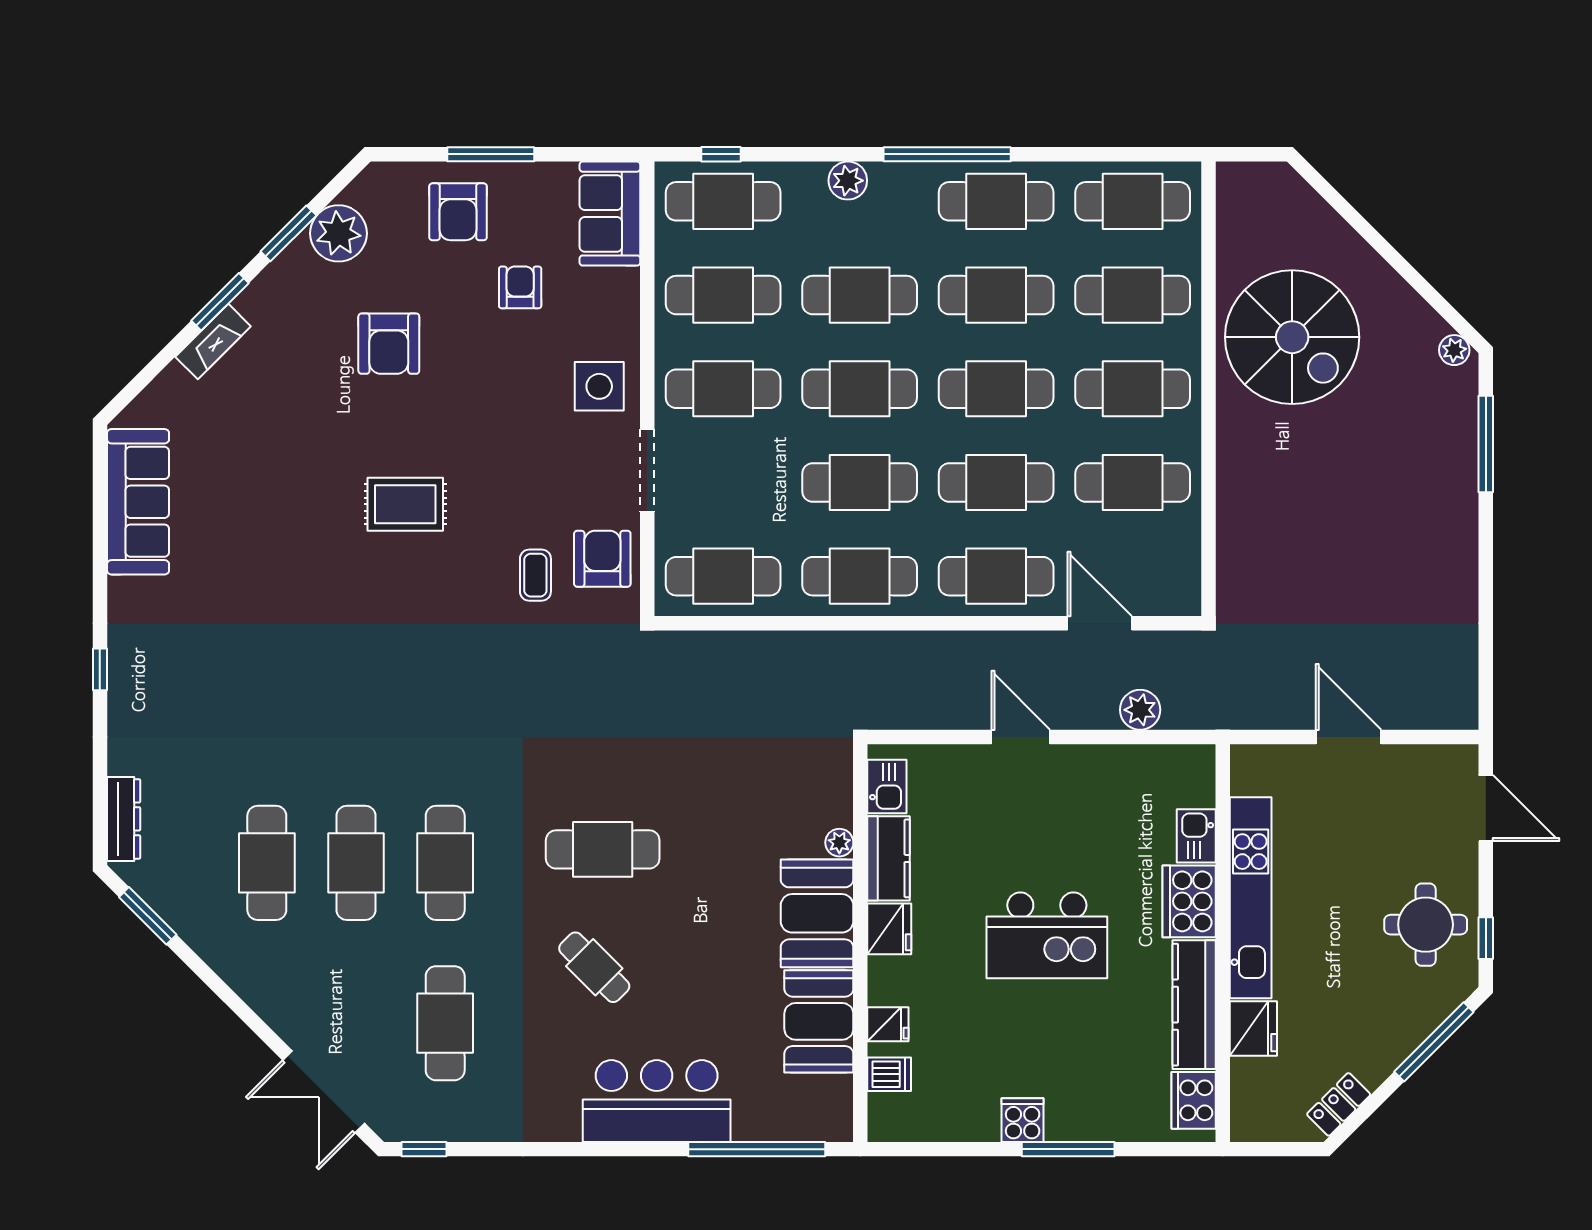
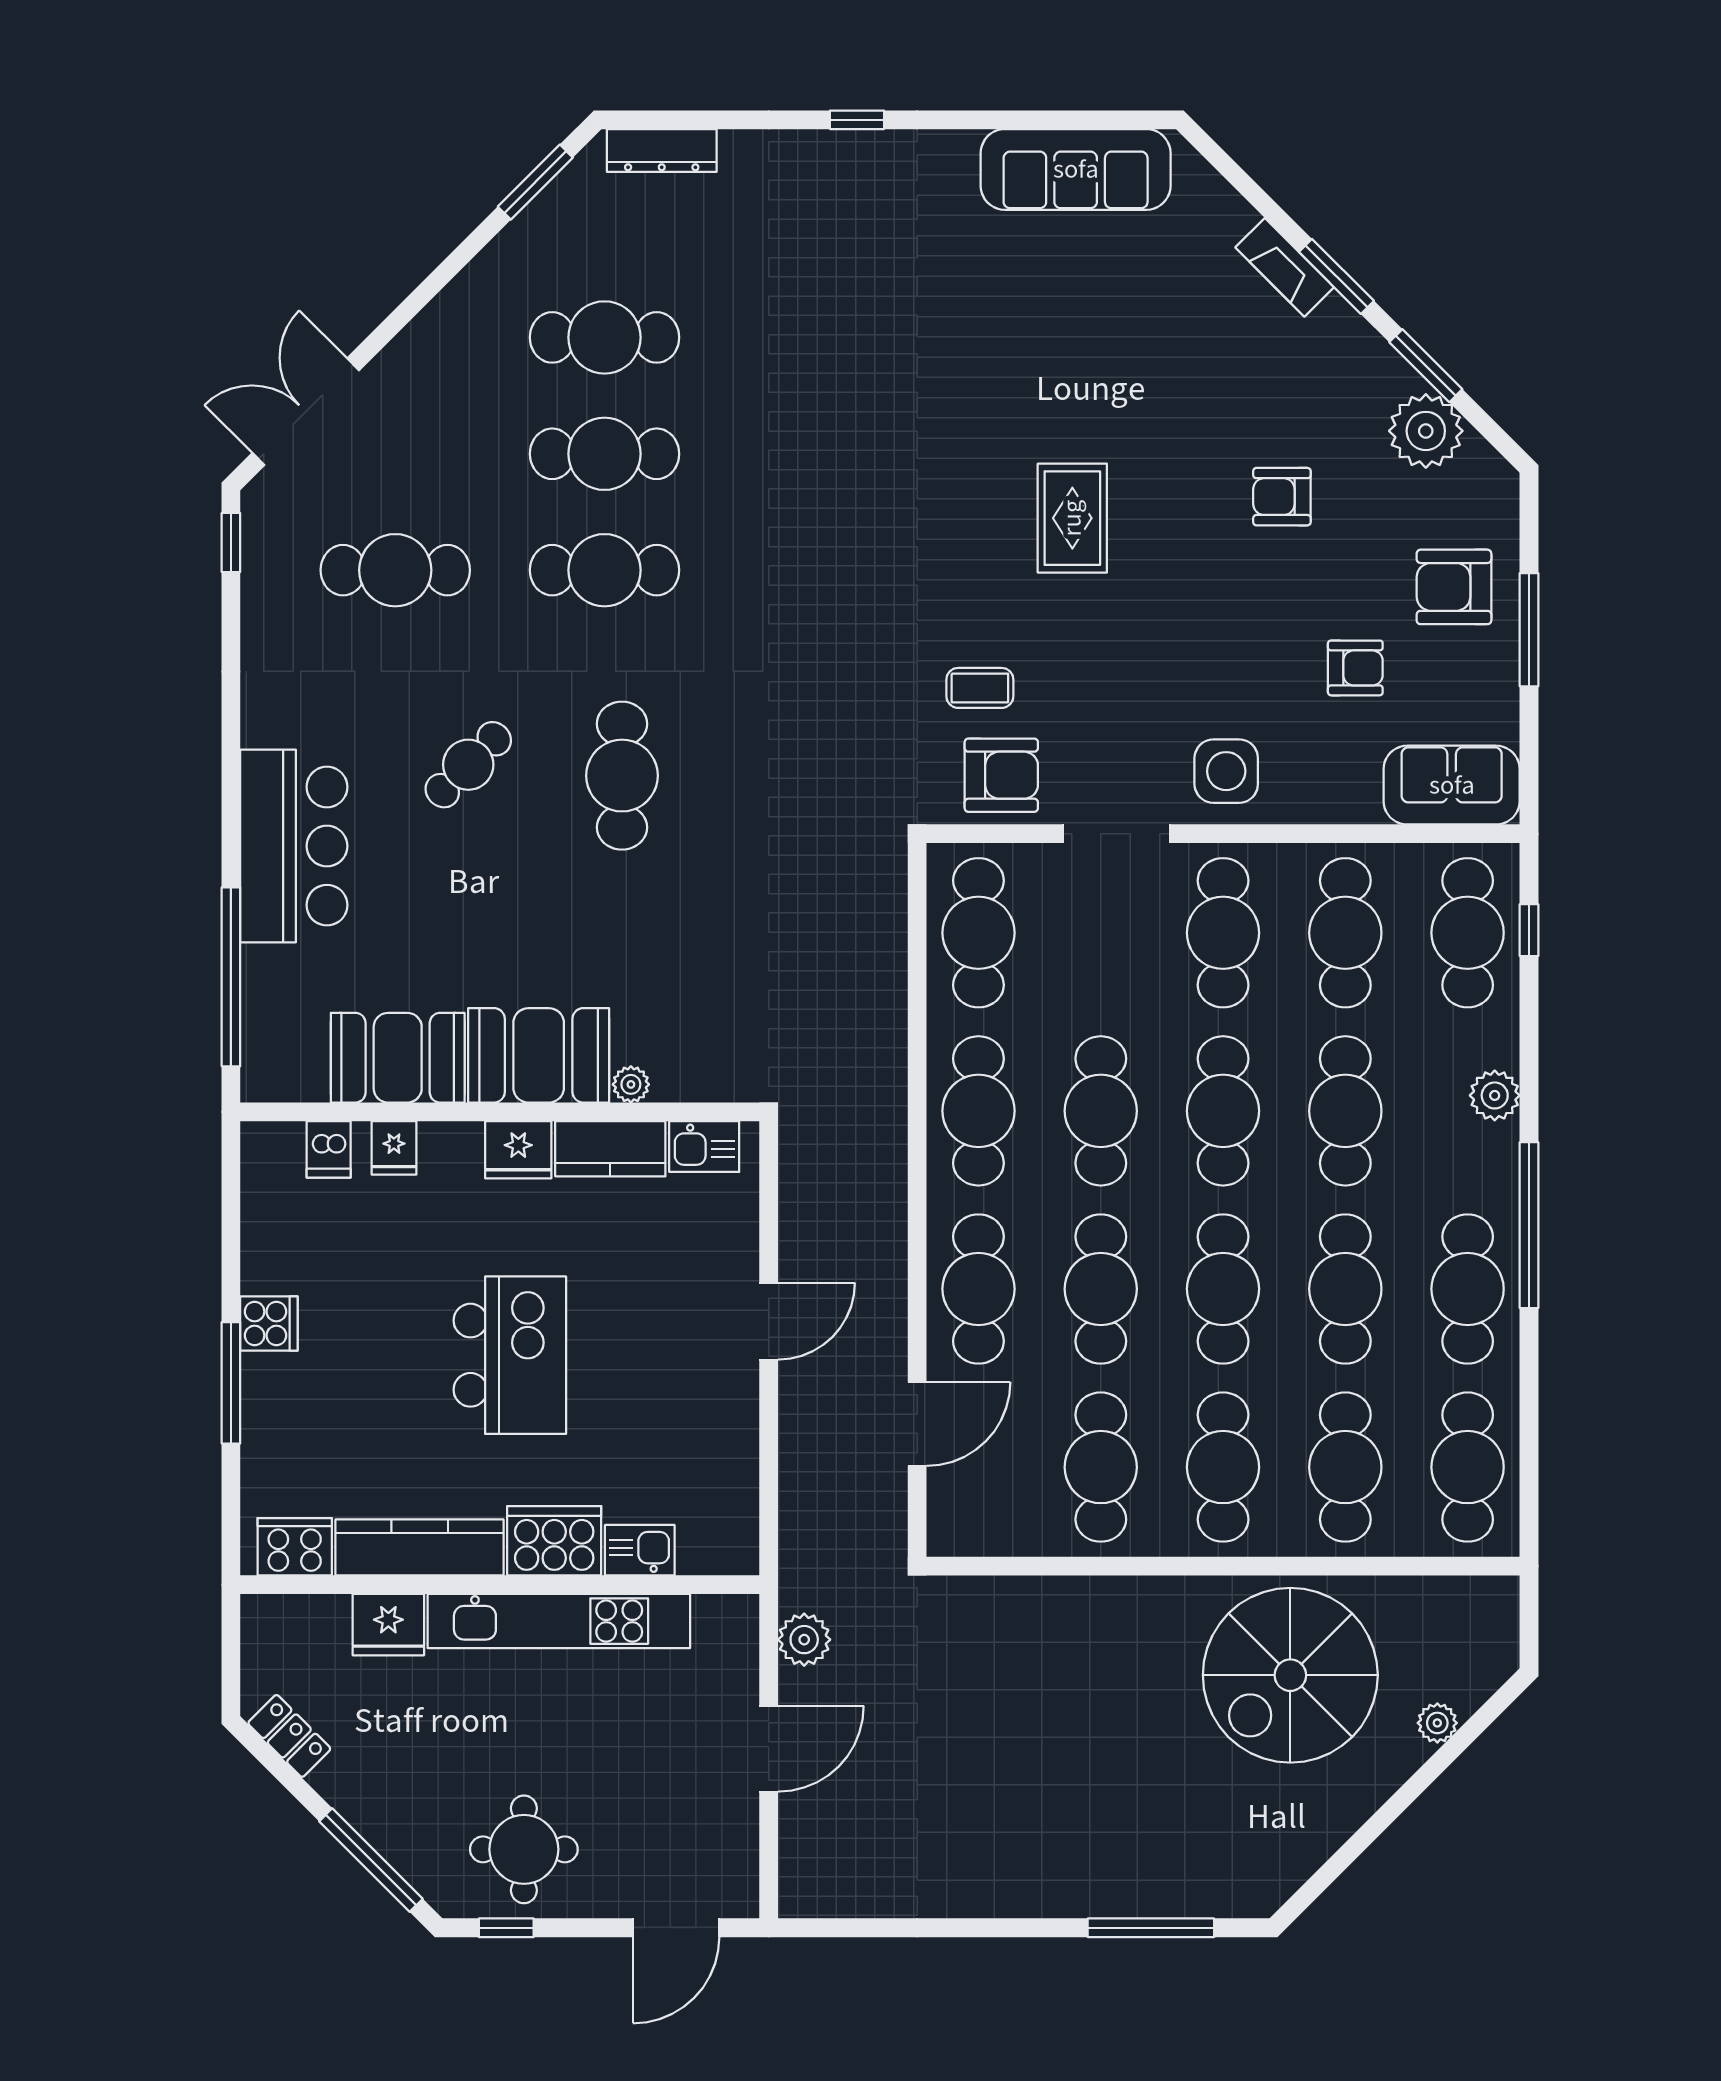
armchair: (389, 344) -> (1282, 497), width x0.72, depth x0.72
plant: (1454, 350) -> (1437, 1723), moved
plant: (1140, 710) -> (804, 1640), moved
kitchen island: (1047, 935) -> (510, 1355), turned 180

